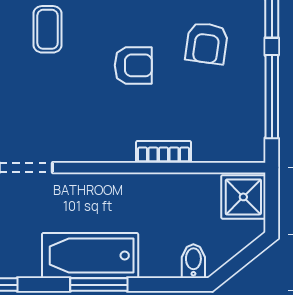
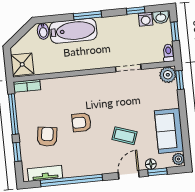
coffee table: (48, 29) -> (124, 136), turned -71
bookcase: (164, 152) -> (27, 86), moved
bathtub: (90, 255) -> (73, 31), moved

